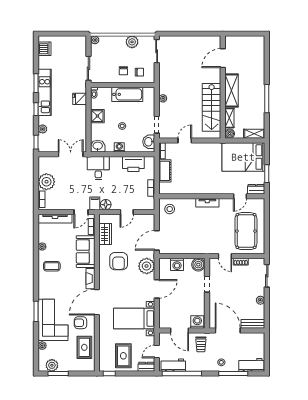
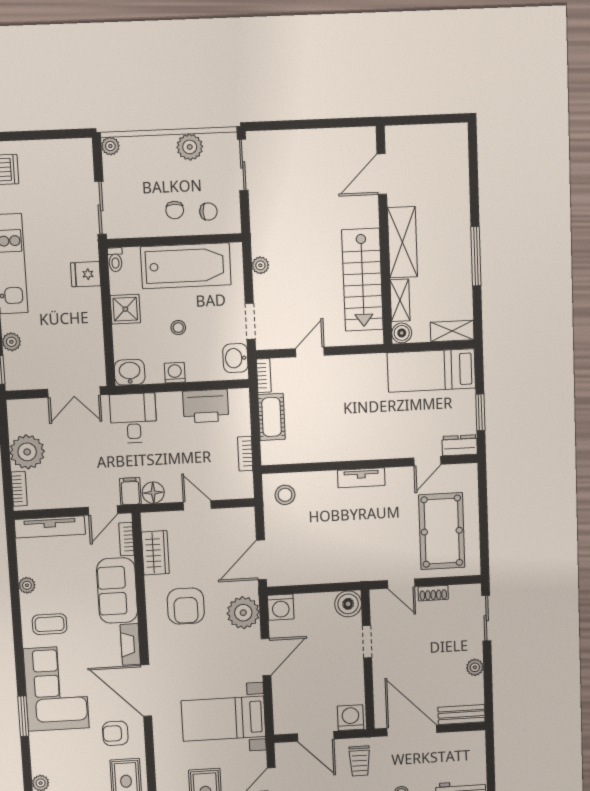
bathtub: (127, 94) -> (186, 266), width x1.36, depth x1.36
double door: (71, 154) -> (74, 392), swing flipped
bed: (243, 157) -> (431, 370), width x0.67
door: (127, 212) -> (197, 505), swing flipped
washing machine: (177, 264) -> (281, 607), moved
door: (97, 302) -> (146, 691), hinge flipped
corner sofa: (53, 320) -> (56, 688), moved

